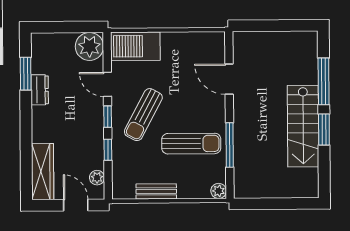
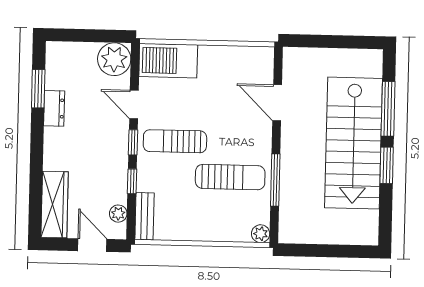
sun lounger: (143, 115) -> (175, 141), turned 62
stairs: (303, 126) -> (353, 143), width x1.36, depth x1.51
bench: (156, 191) -> (144, 216), moved, turned 90

